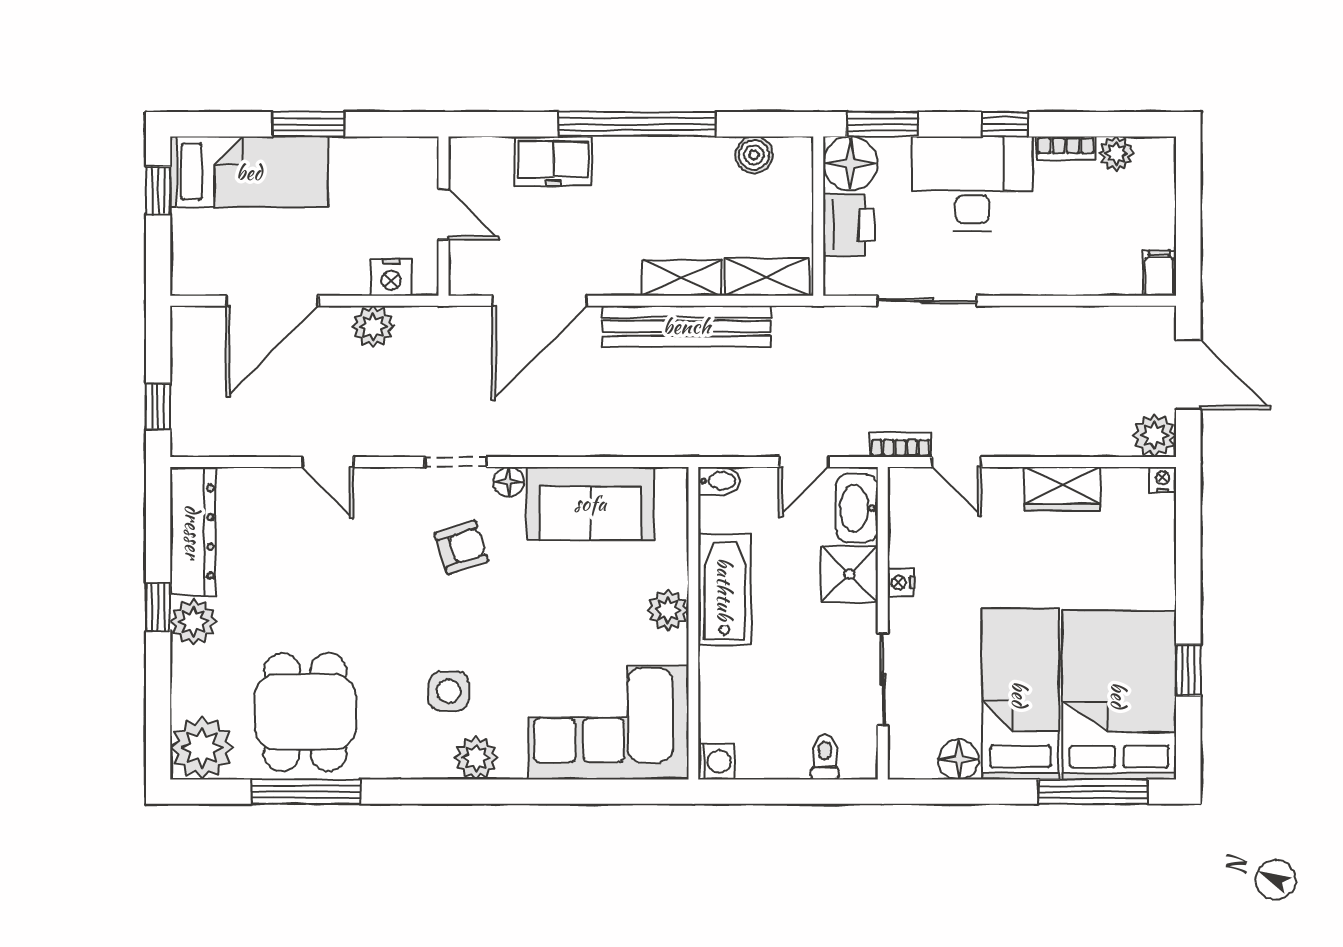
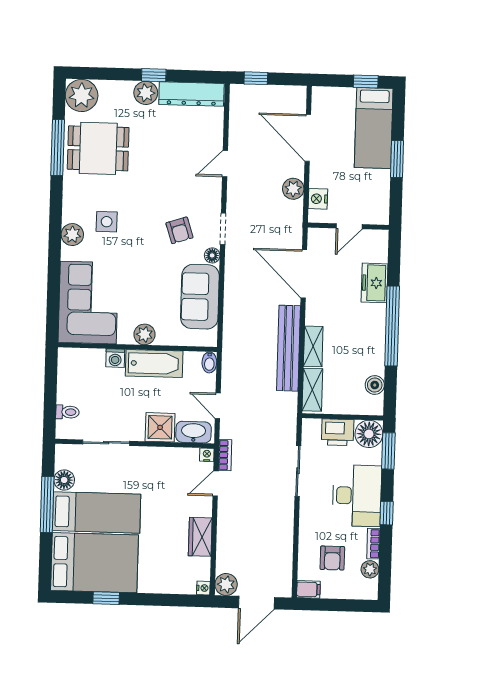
armchair: (1096, 228) -> (332, 558), added
nightstand: (901, 583) -> (207, 455), moved
washing machine: (716, 762) -> (115, 358), moved
window: (1093, 792) -> (47, 505), moved

